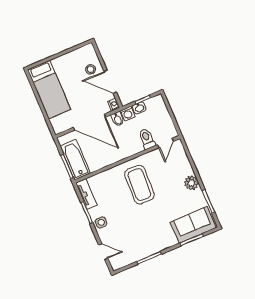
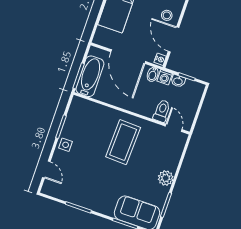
door: (165, 143) -> (174, 128), swing flipped
tv unit: (86, 194) -> (74, 111), removed

